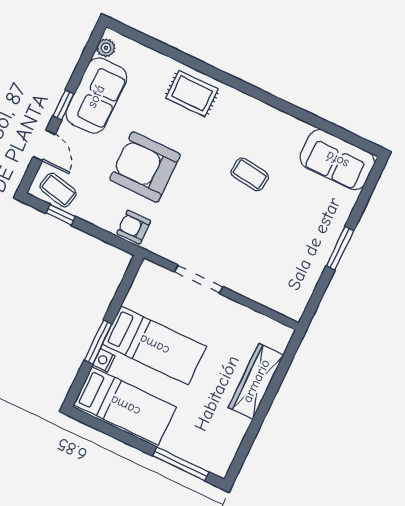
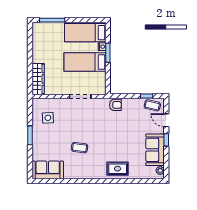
armchair: (145, 167) -> (122, 131), removed
side table: (286, 267) -> (48, 118), added
wardrobe: (256, 381) -> (38, 79), moved

